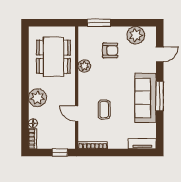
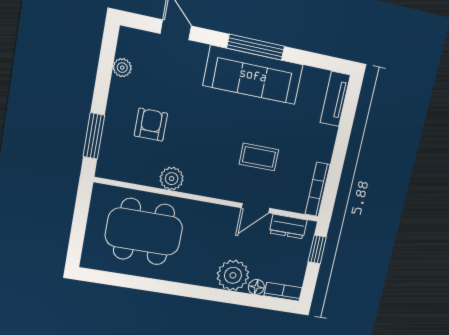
plant: (136, 35) -> (122, 68), width x0.53, depth x0.53
plant: (37, 98) -> (233, 275), moved
dresser: (70, 134) -> (288, 226), added

